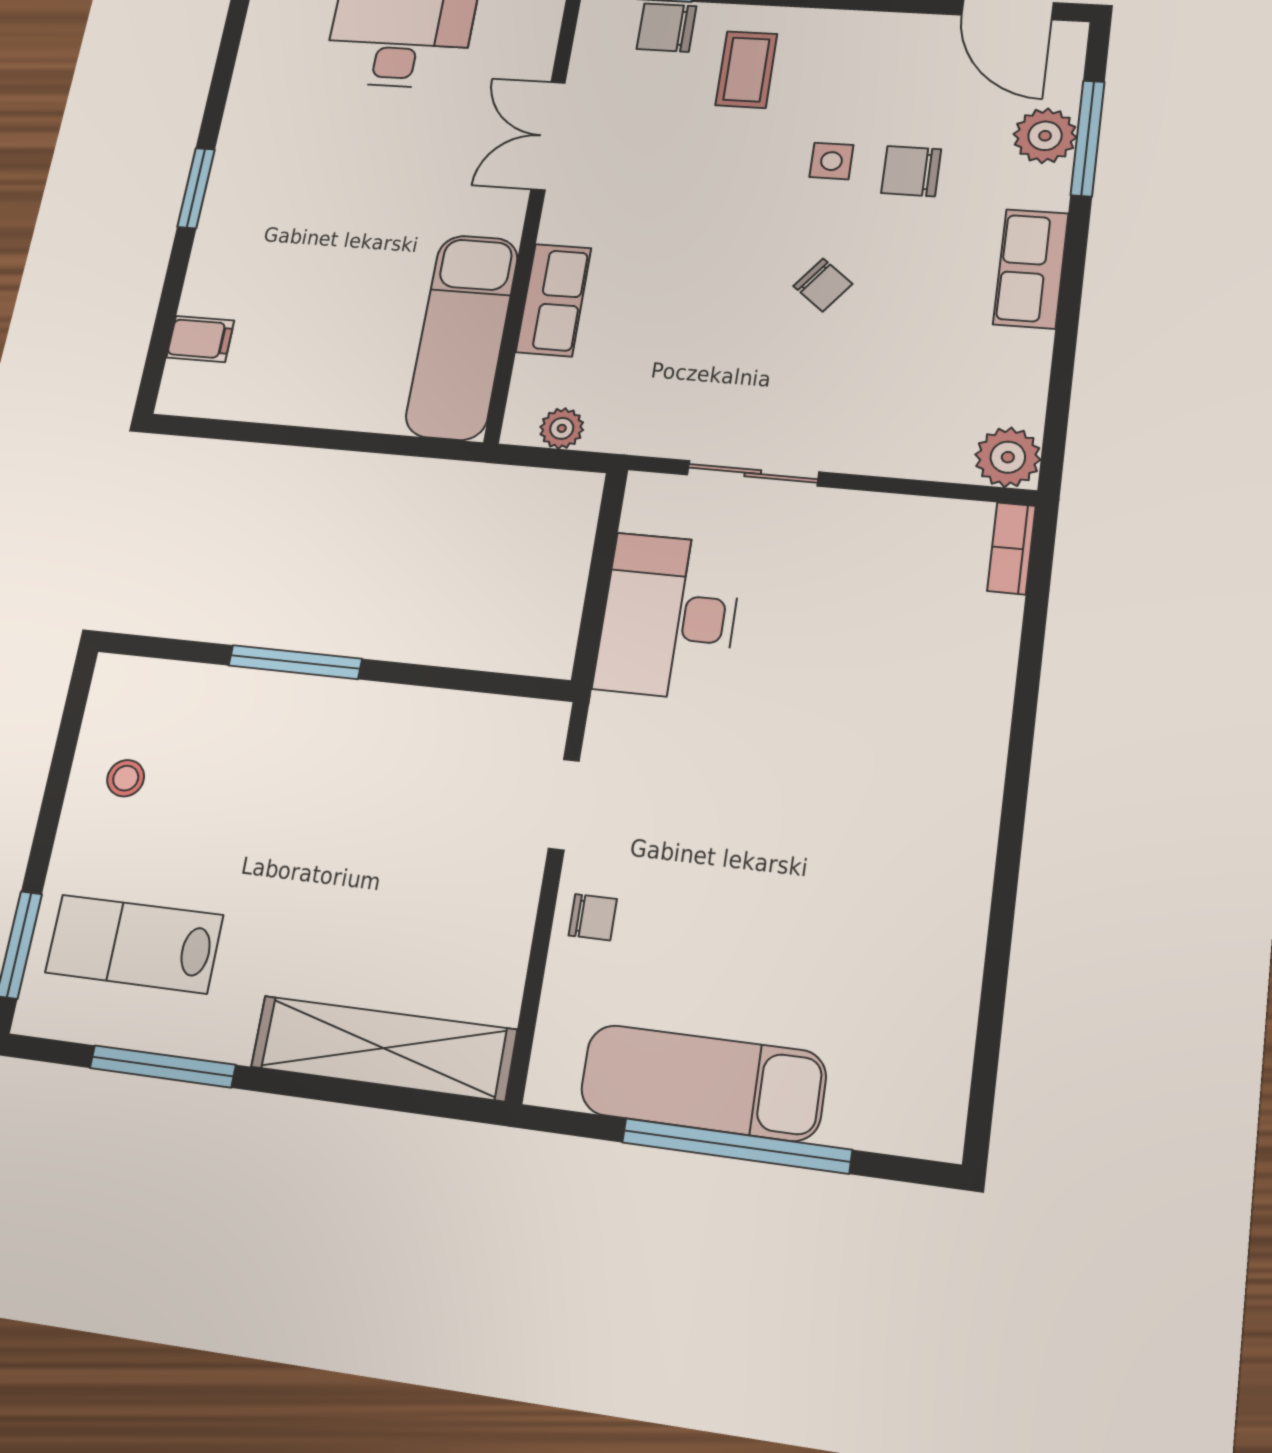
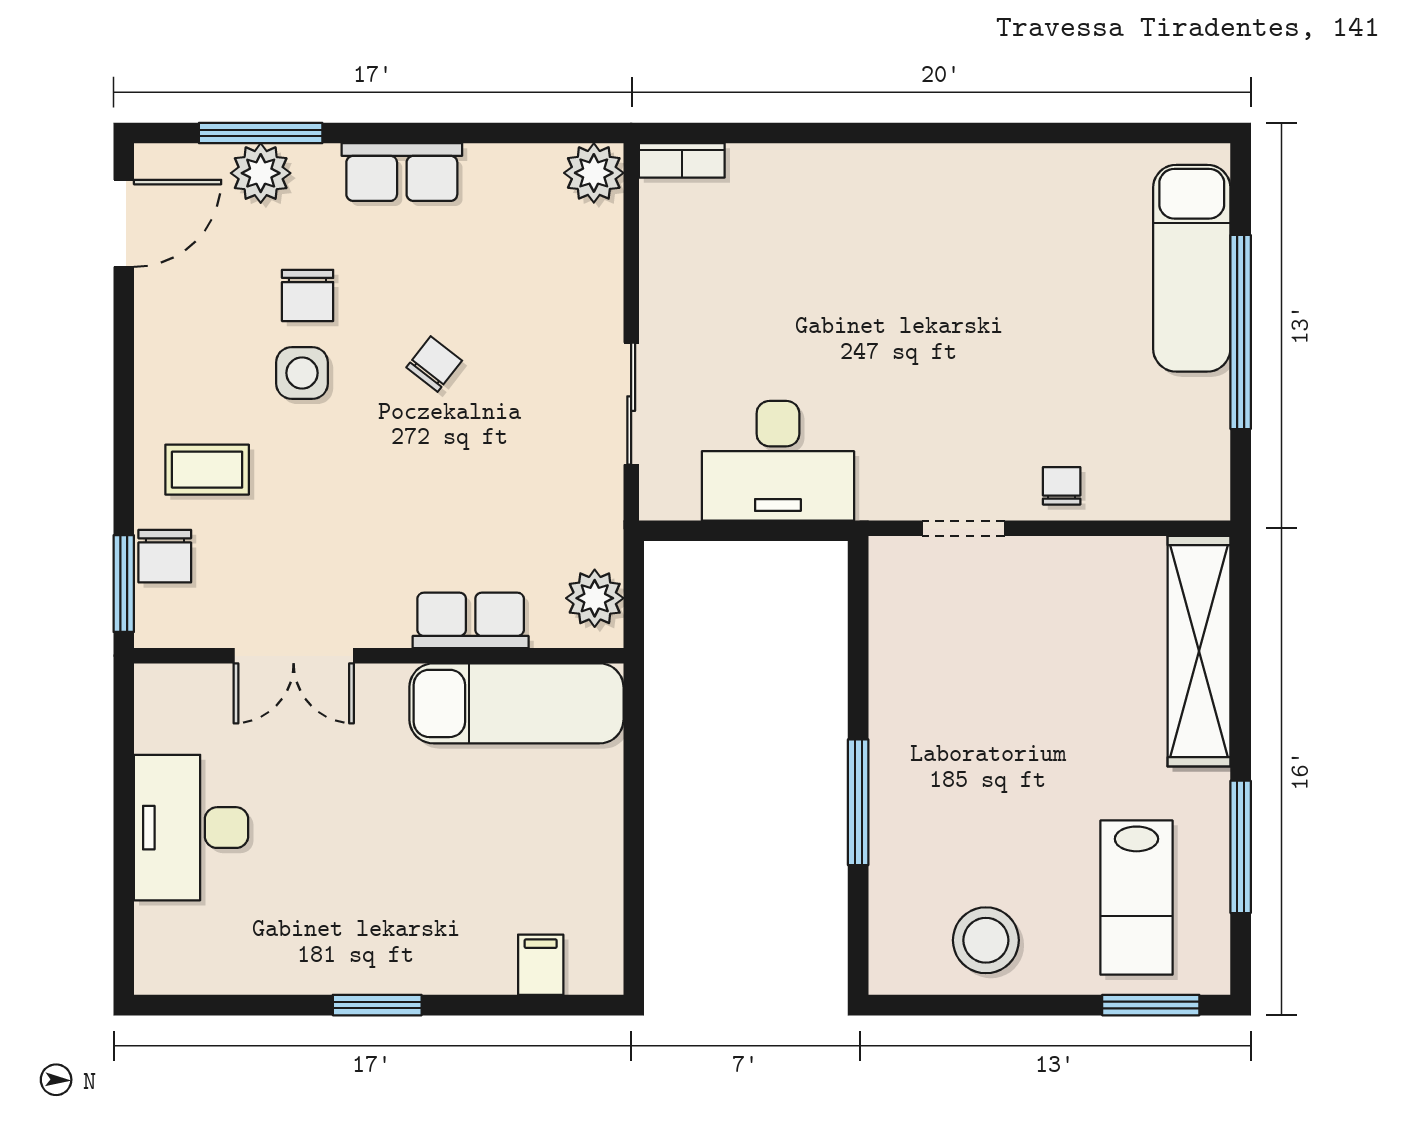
side table: (831, 161) -> (302, 373), width x1.37, depth x1.37
plant: (562, 428) -> (595, 598), width x1.38, depth x1.38
stool: (126, 778) -> (986, 940), width x1.89, depth x1.89
exam couch: (703, 1083) -> (1192, 268), moved

